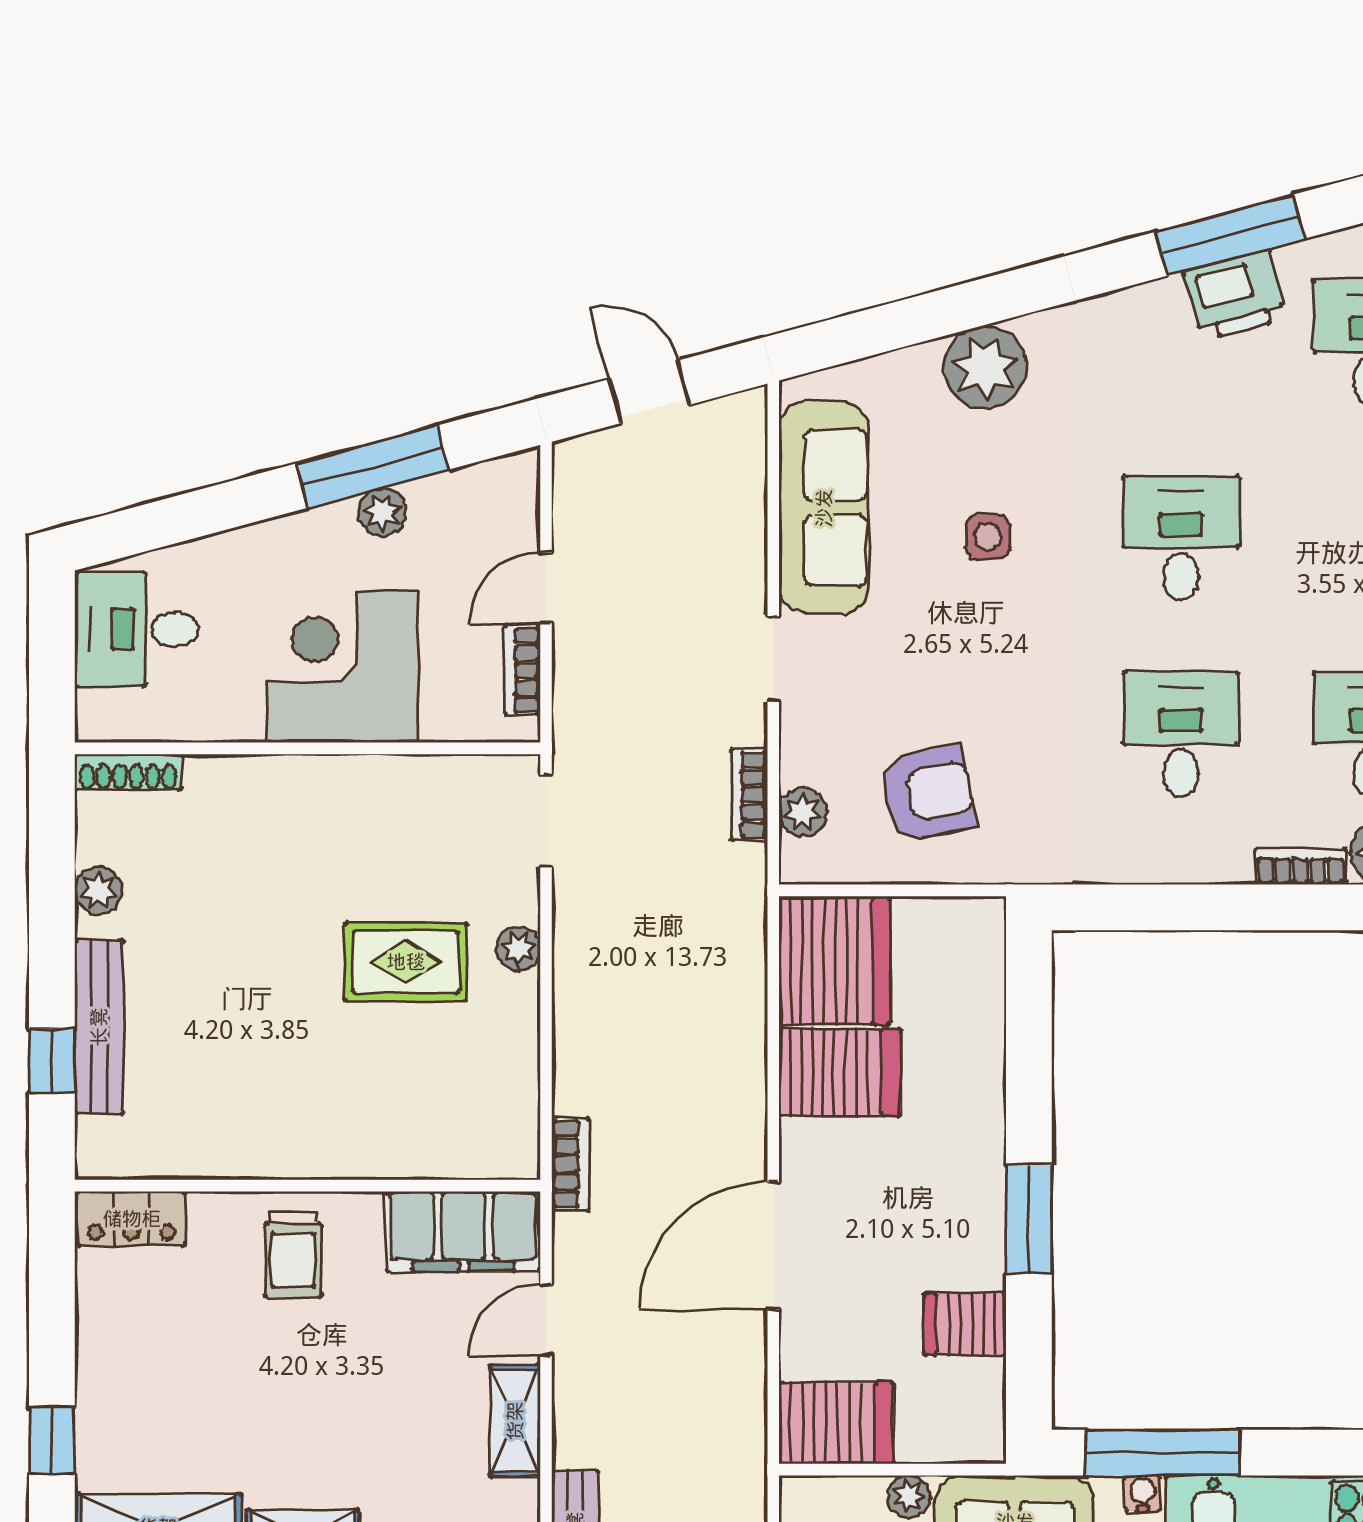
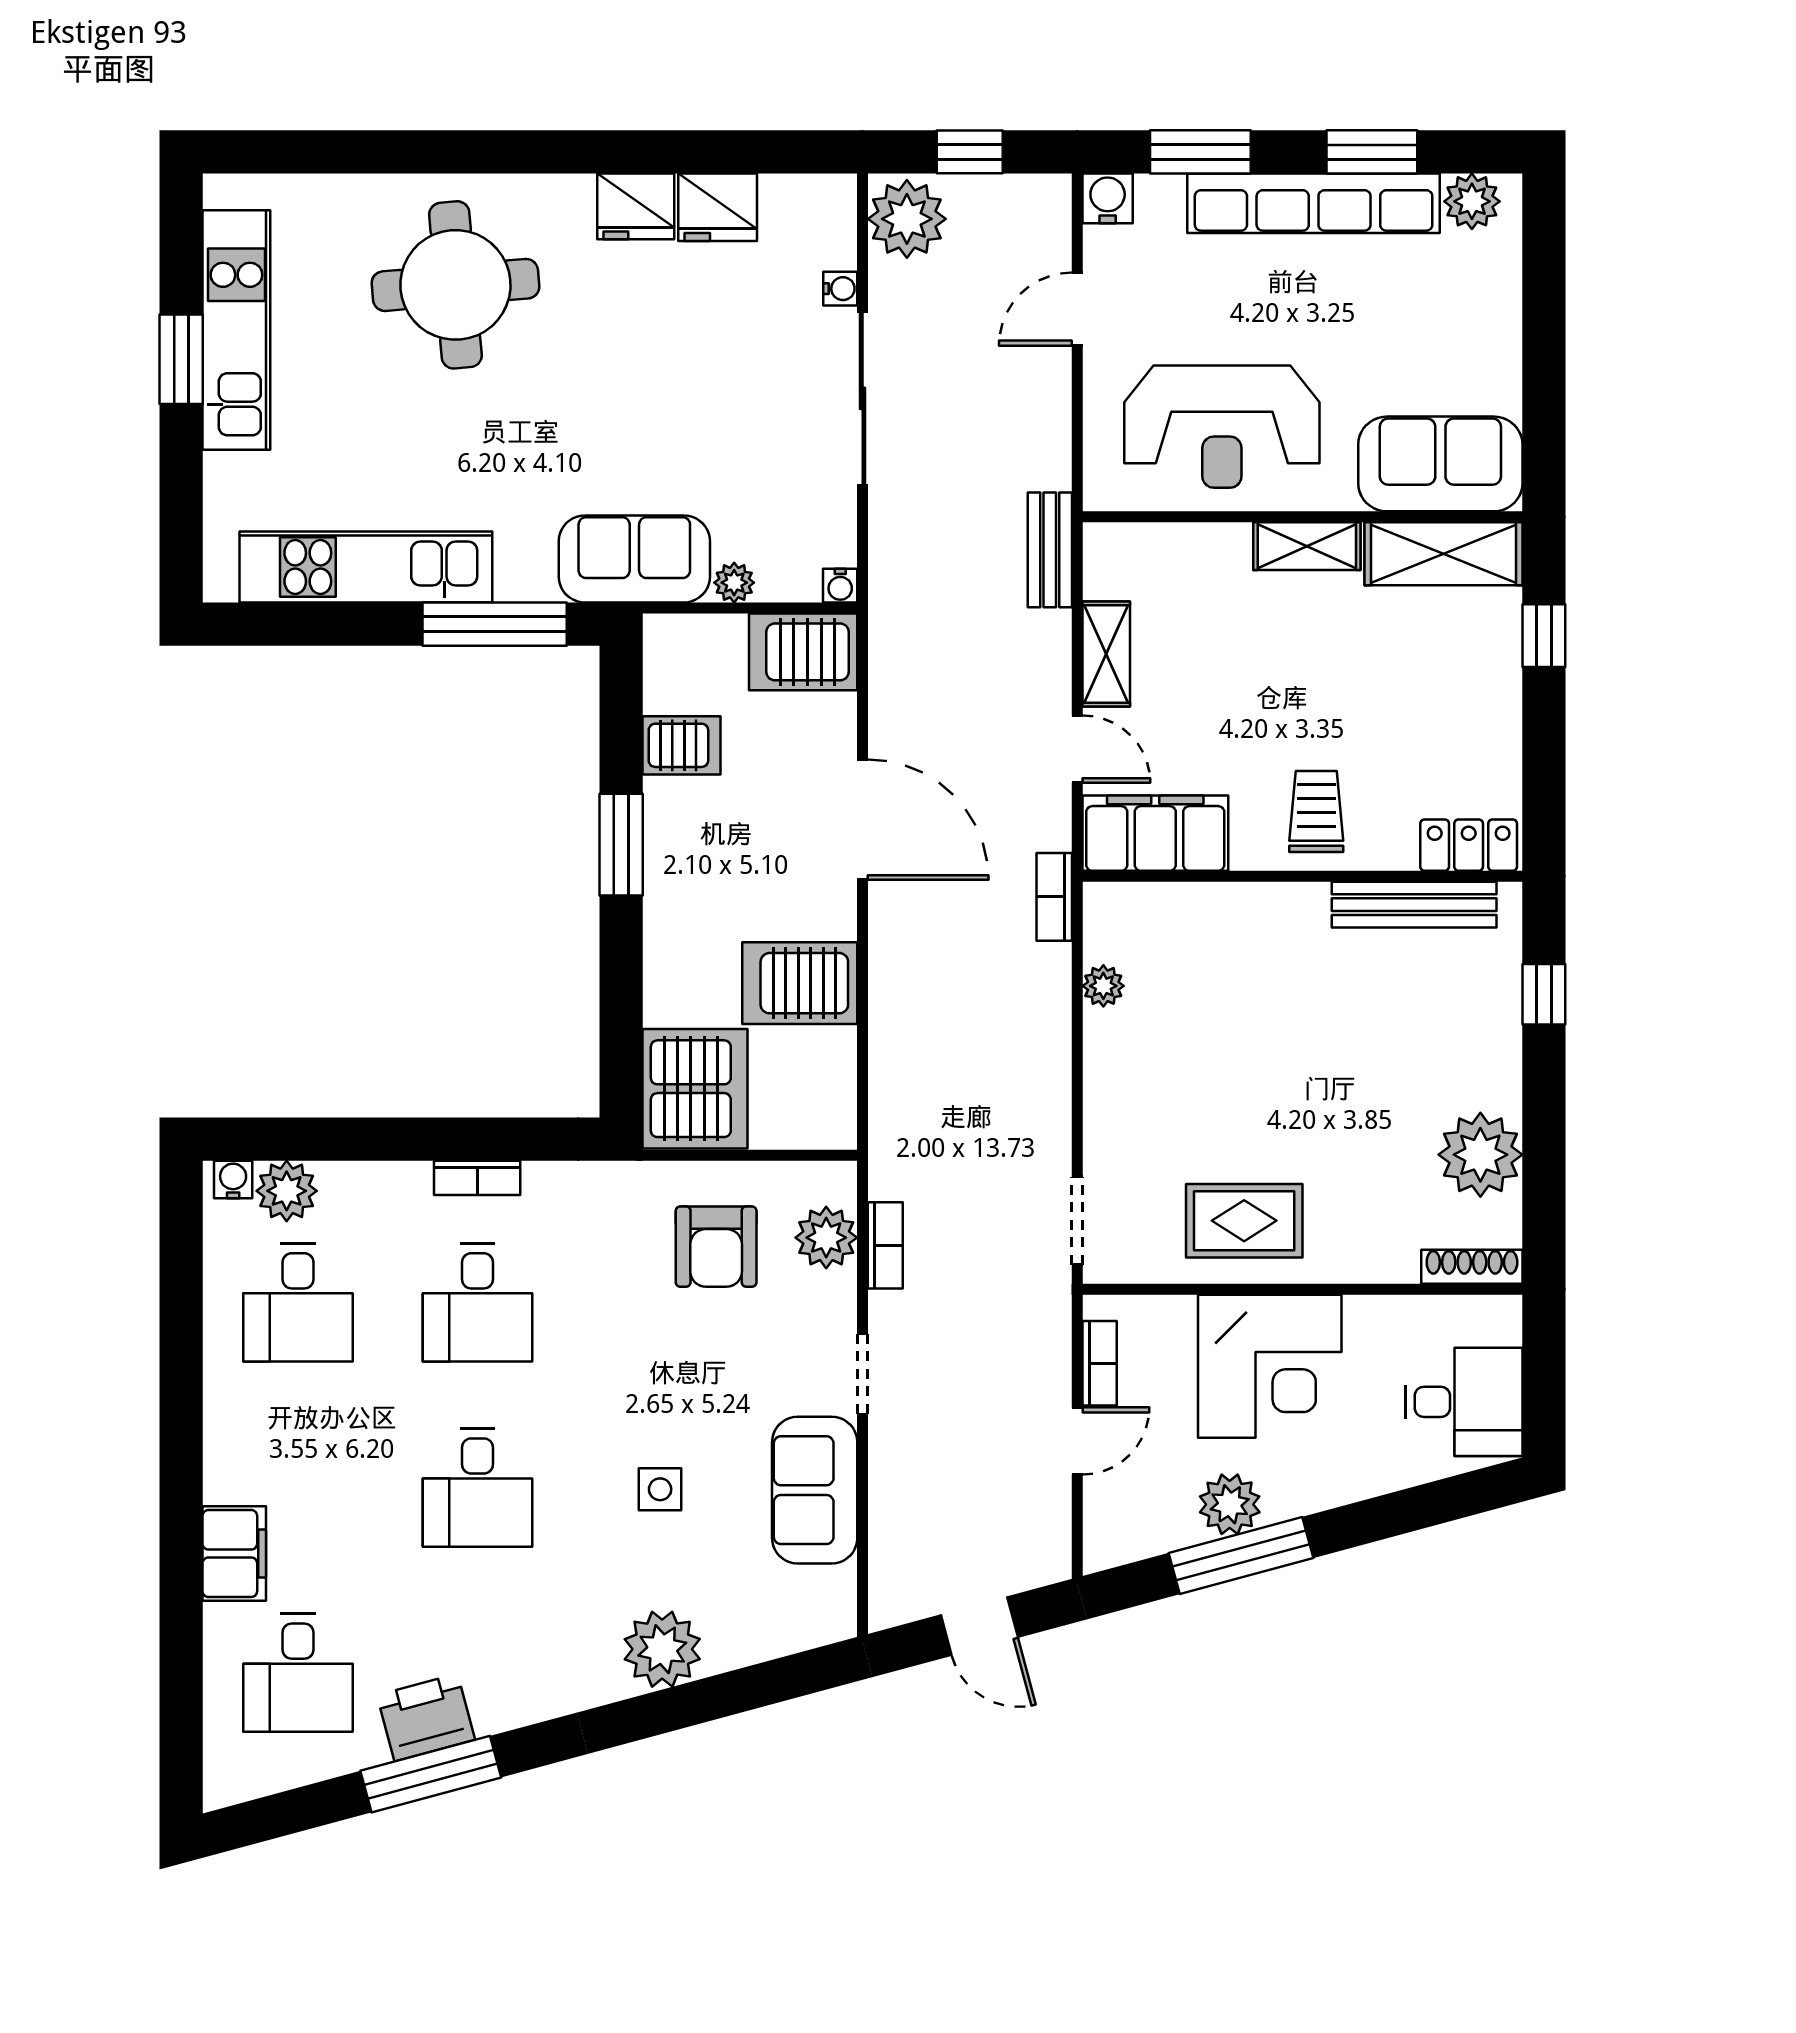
sofa: (824, 508) -> (815, 1490), width x0.73
plant: (382, 512) -> (1230, 1504), width x1.38, depth x1.38
armchair: (928, 794) -> (716, 1247), turned -78
plant: (803, 812) -> (826, 1238), width x1.38, depth x1.38
bookcase: (1301, 866) -> (477, 1178), moved
plant: (98, 891) -> (1480, 1155), width x1.88, depth x1.88
plant: (518, 949) -> (1103, 986), moved
server rack: (834, 961) -> (695, 1089), moved, turned 180
rug: (406, 962) -> (1244, 1221), moved
bench: (99, 1027) -> (1414, 905), moved, turned 90
door: (773, 1246) -> (863, 820), hinge flipped
door: (546, 1320) -> (1077, 749), hinge flipped
water cooler: (1143, 1493) -> (840, 586), moved

